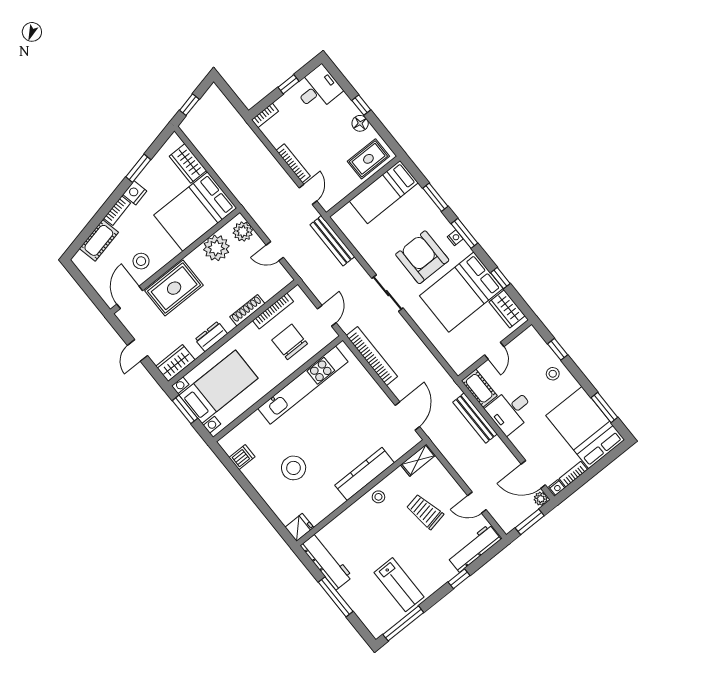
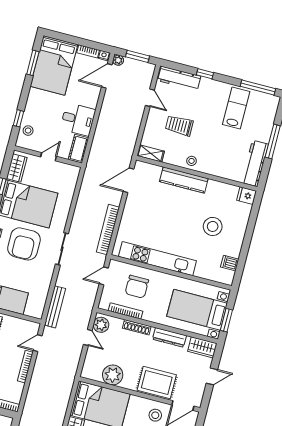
plant: (243, 232) -> (101, 325), moved
dresser: (211, 336) -> (169, 337), width x1.44
stool: (553, 374) -> (28, 131), moved
bench: (475, 418) -> (99, 138), removed
door: (533, 475) -> (107, 76), swing flipped
trolley: (425, 512) -> (179, 126), turned 101

